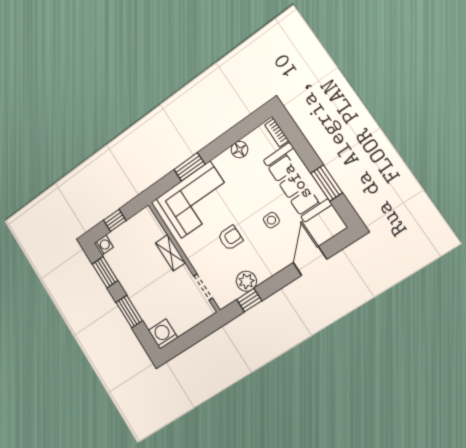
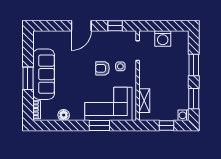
window: (327, 183) -> (28, 78), moved
side table: (271, 220) -> (120, 66), moved
shelving: (170, 253) -> (144, 101), moved
door: (310, 261) -> (81, 26), moved
plant: (246, 281) -> (110, 37), removed
washing machine: (163, 334) -> (163, 38), moved

